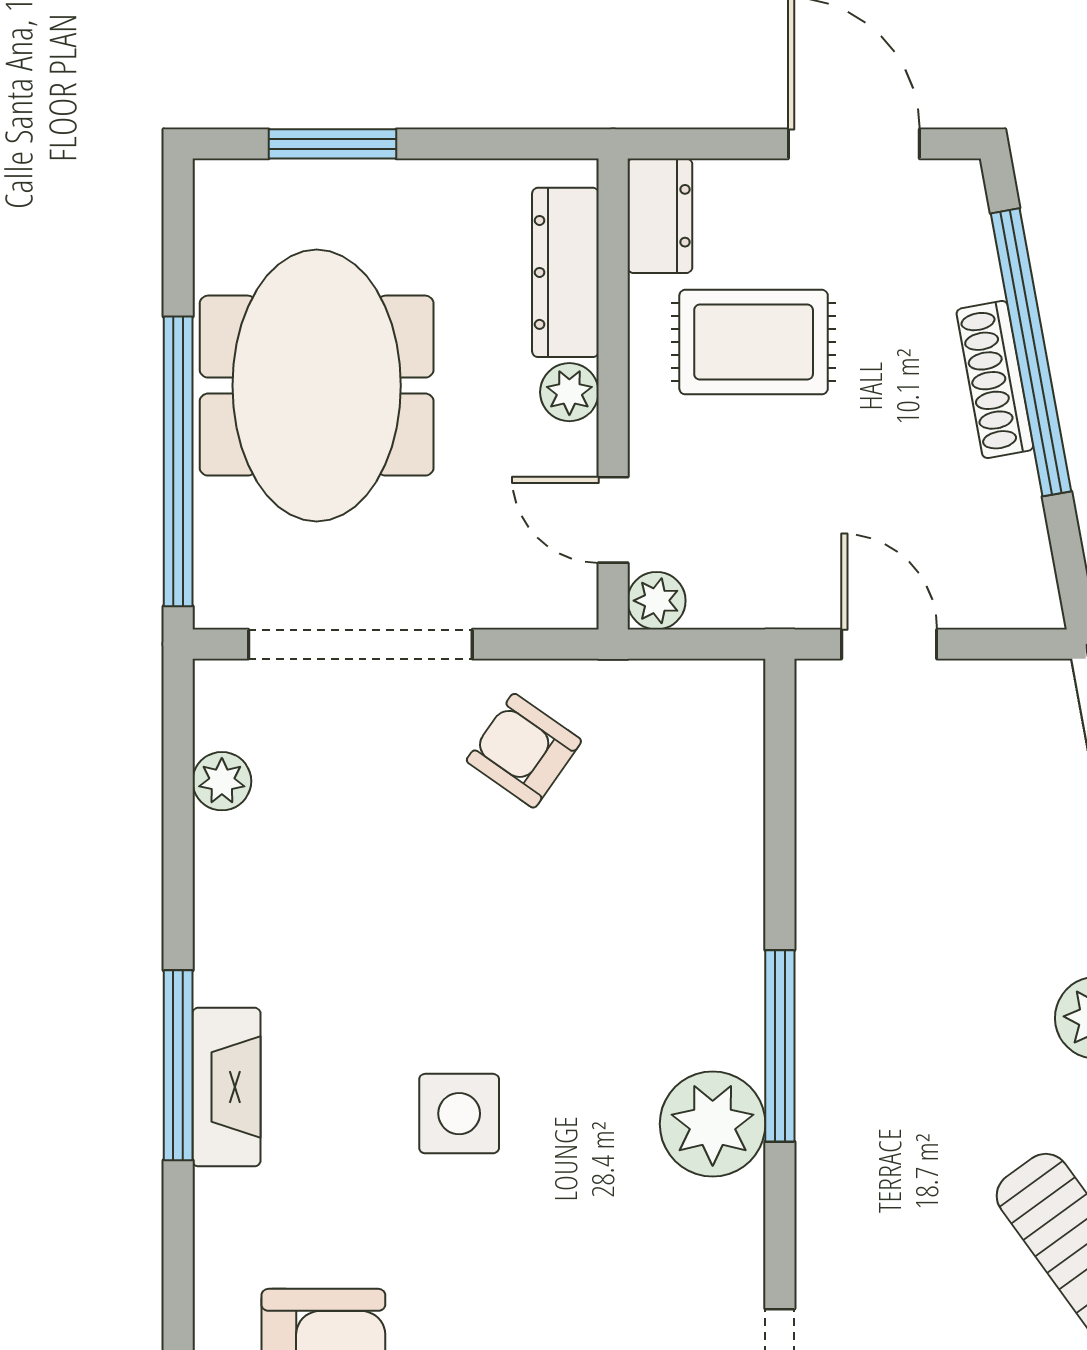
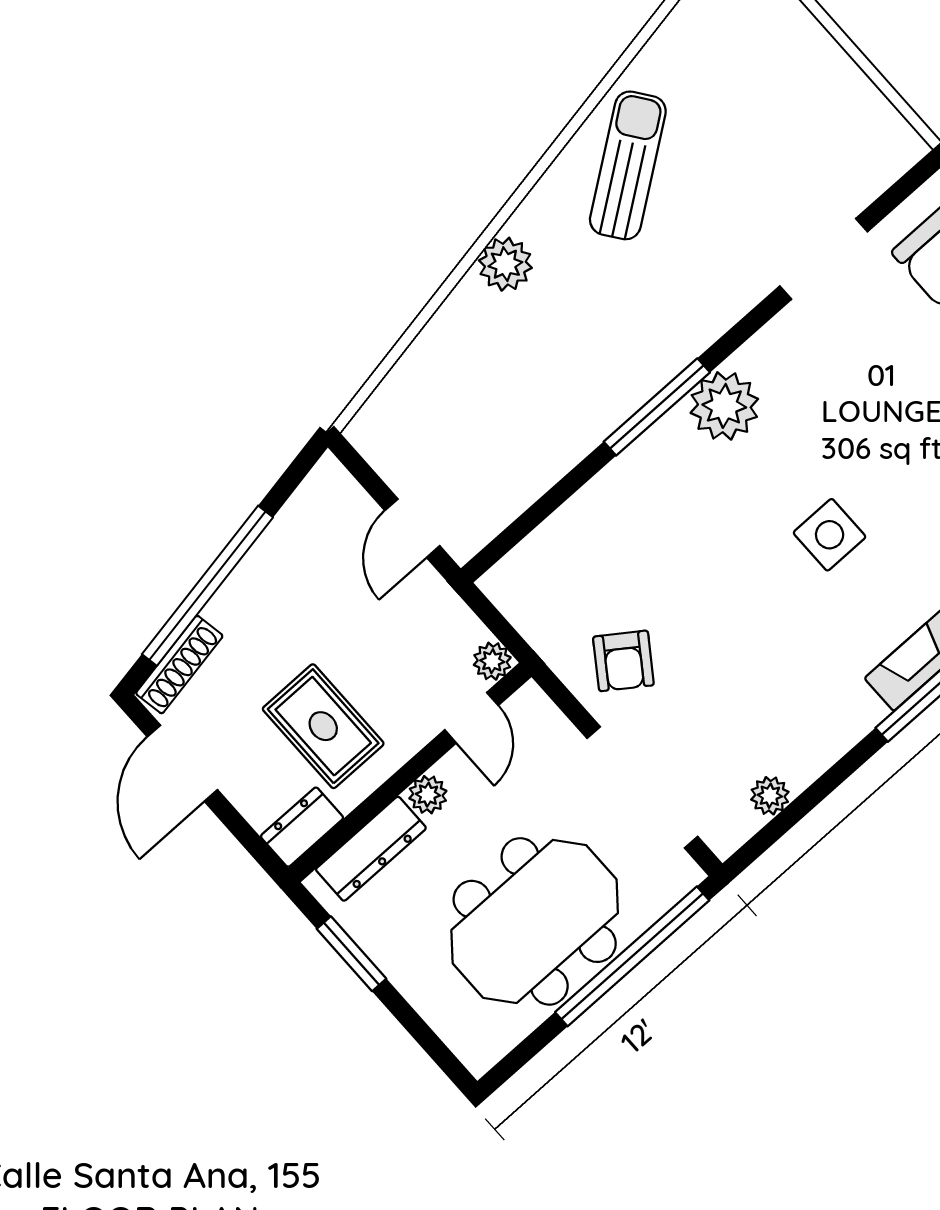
window: (332, 144) -> (352, 954), moved
shoe rack: (995, 380) -> (179, 665), moved

